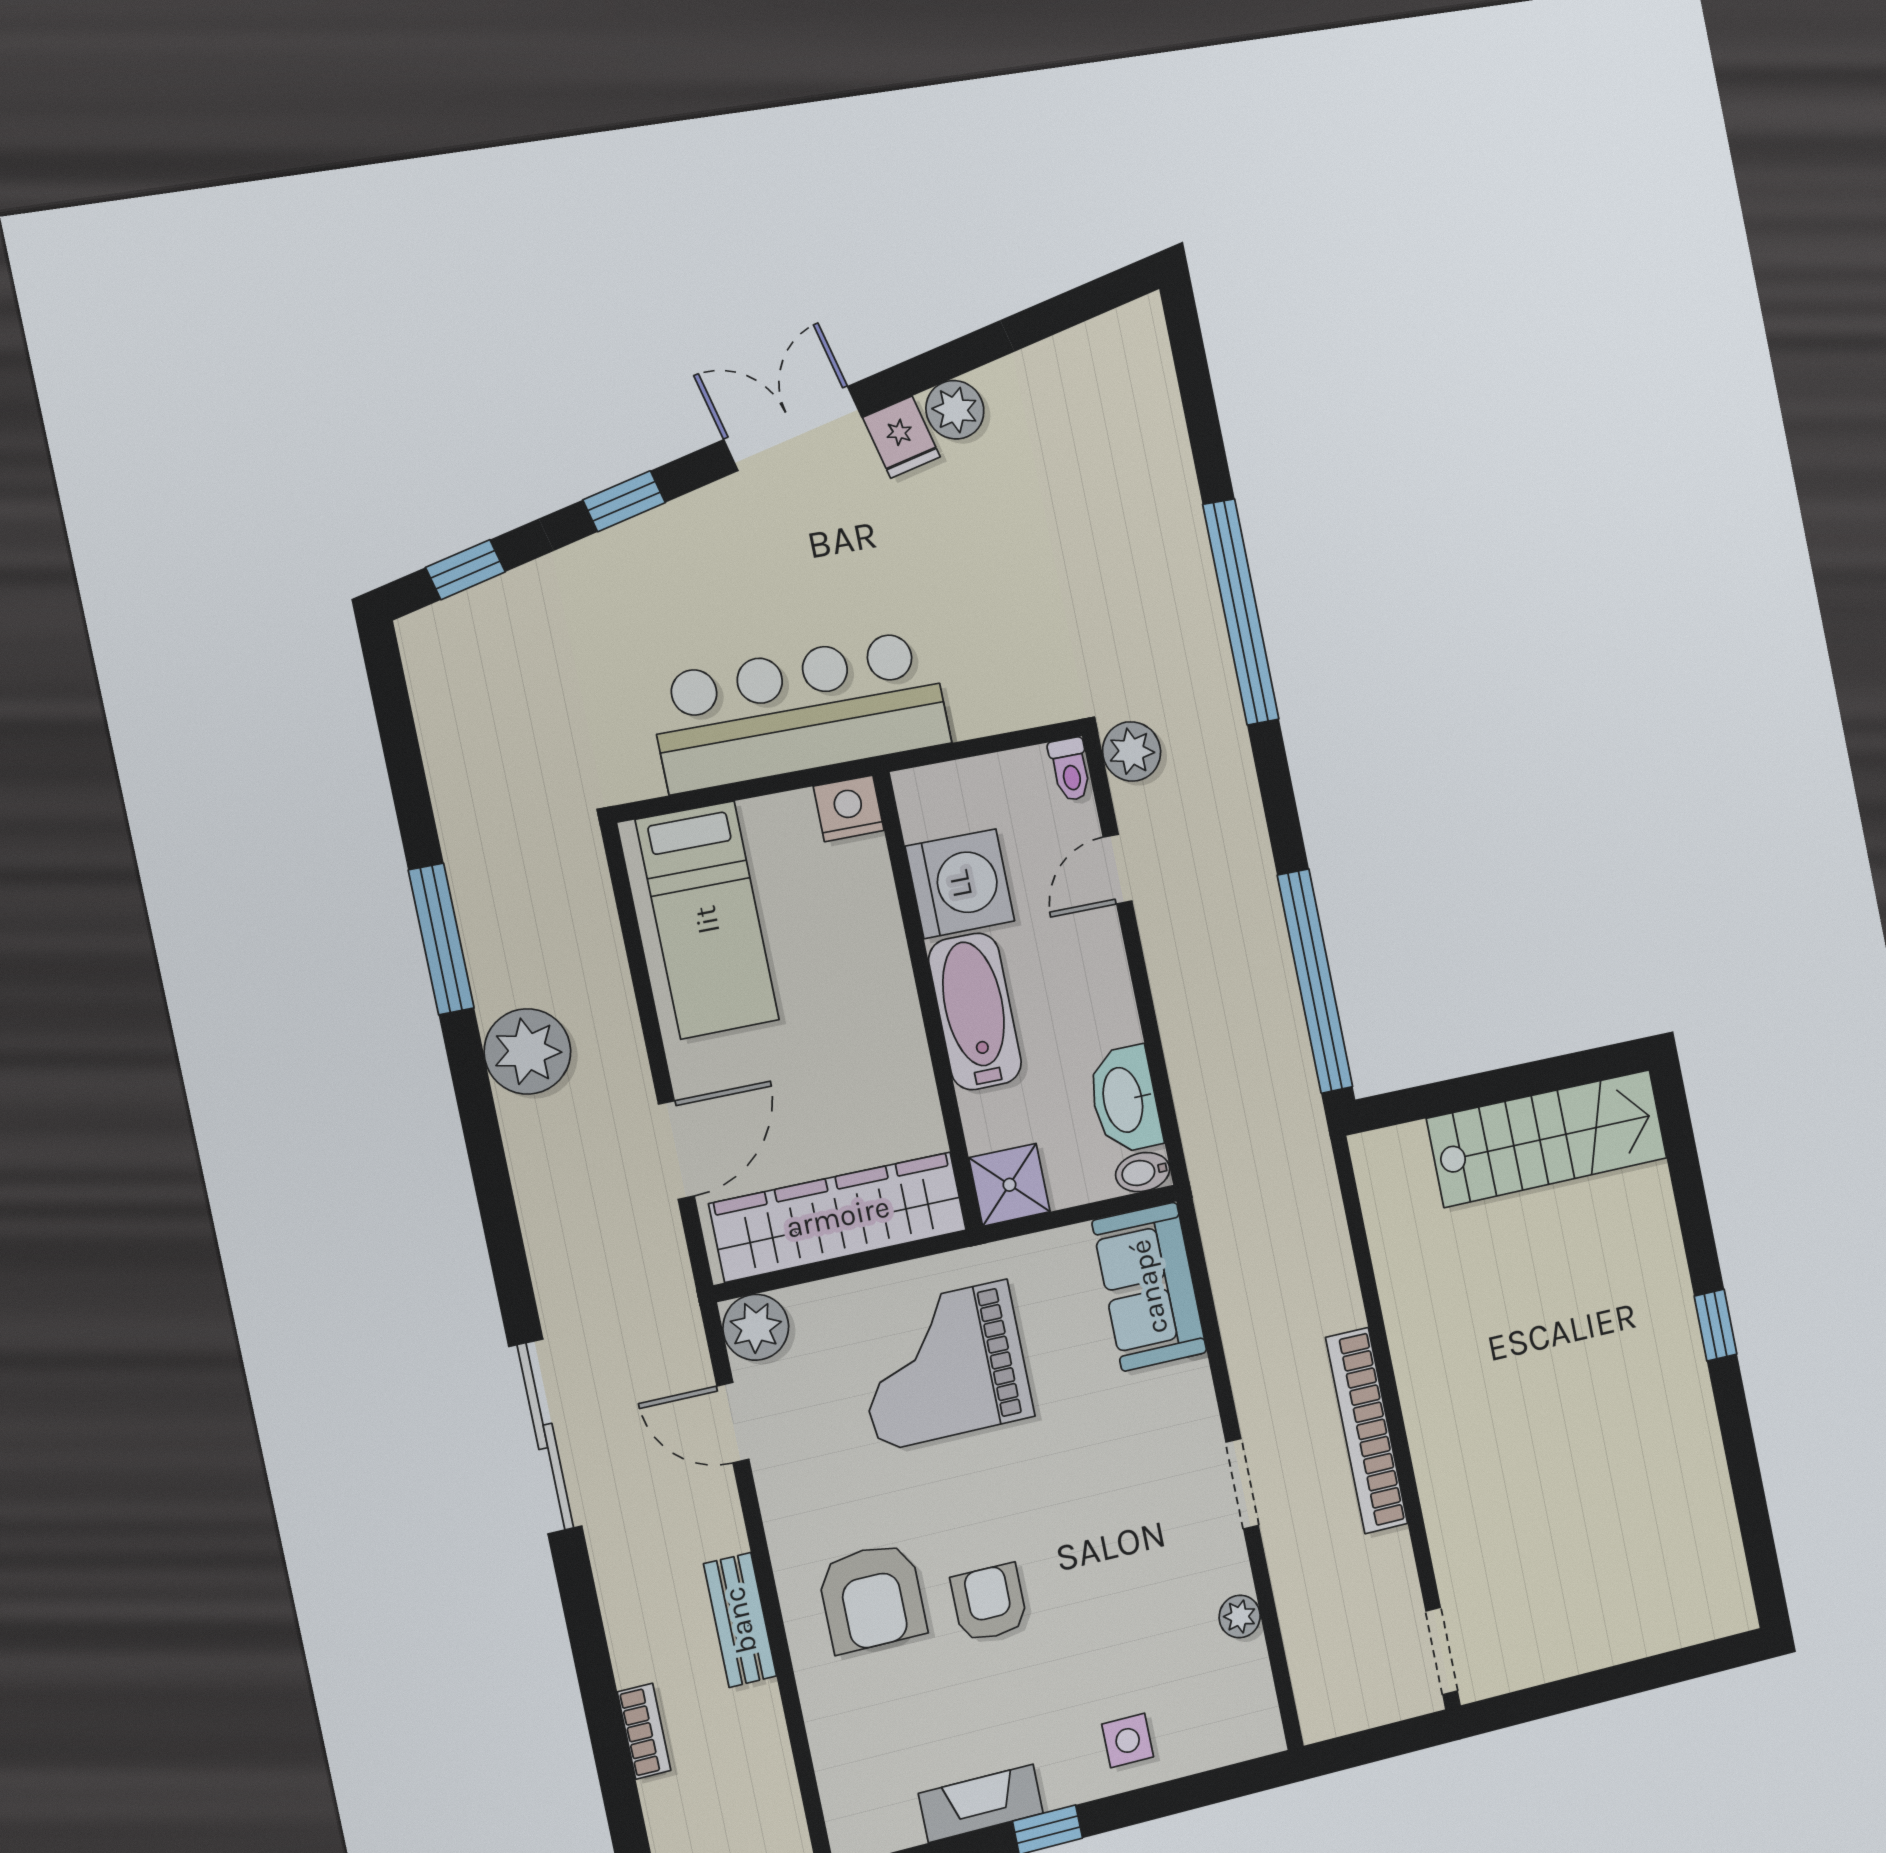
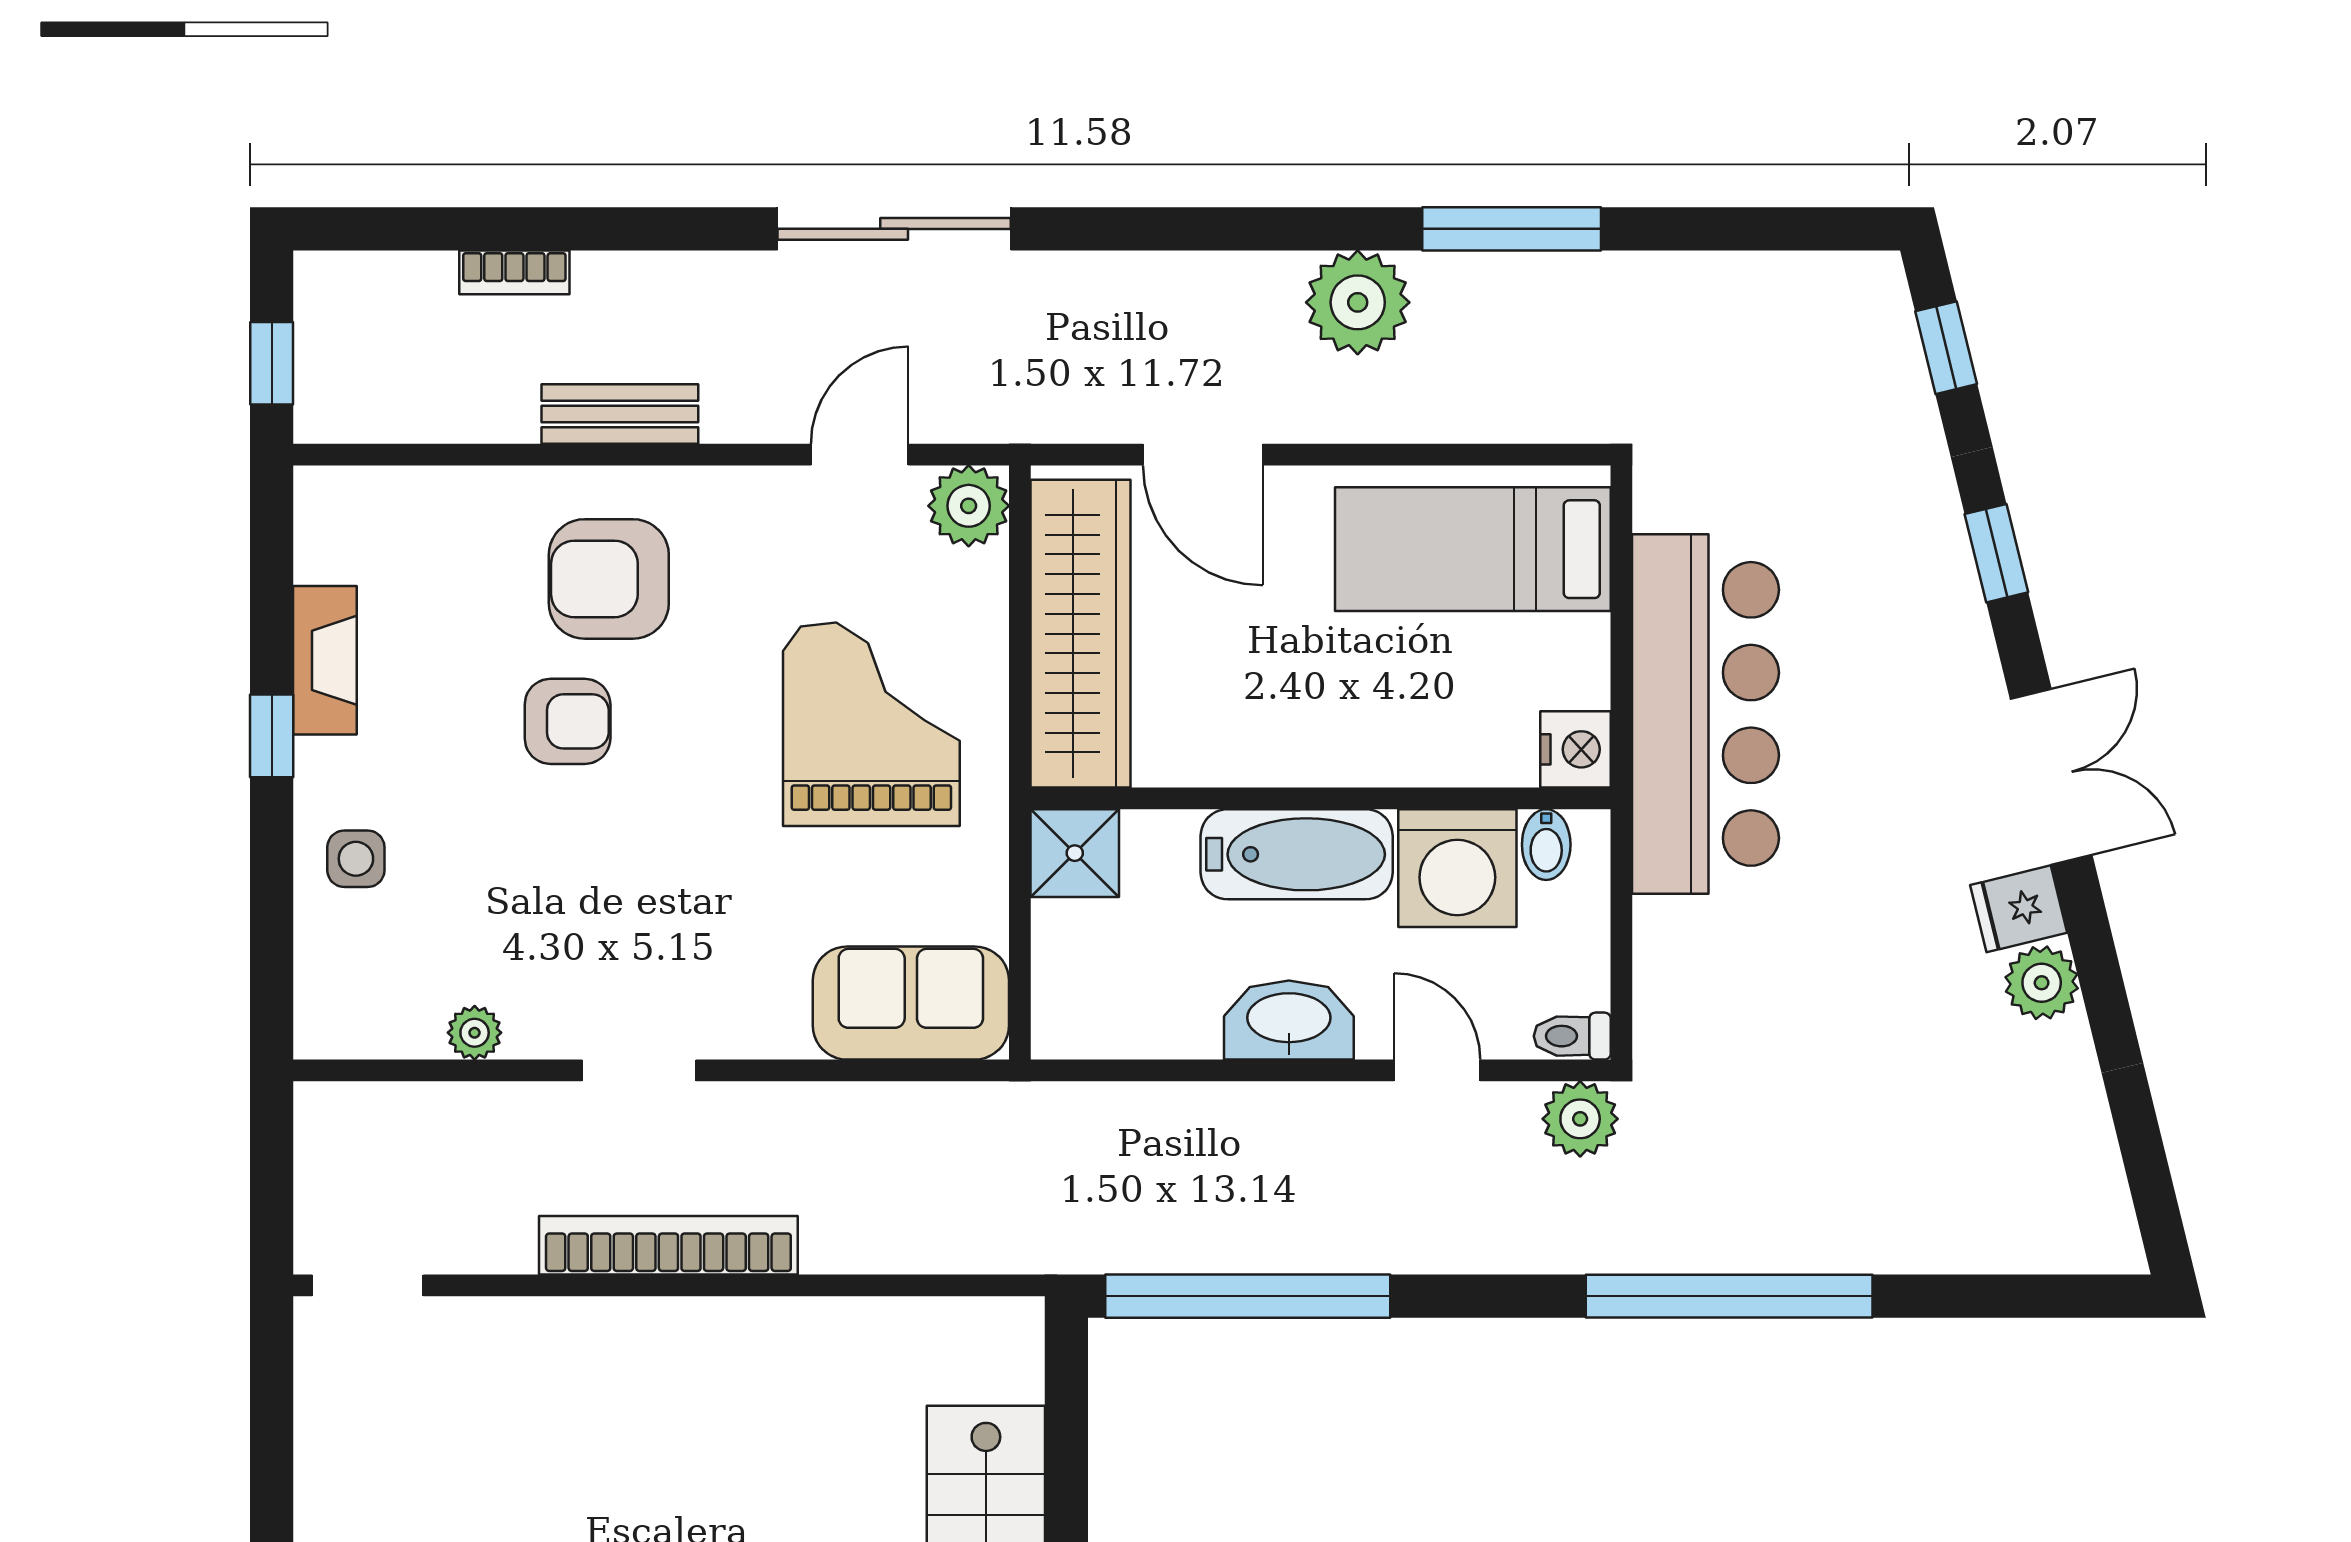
washbasin: (1125, 1100) -> (1289, 1020), moved
bidet: (1143, 1172) -> (1546, 845), moved, turned 180

